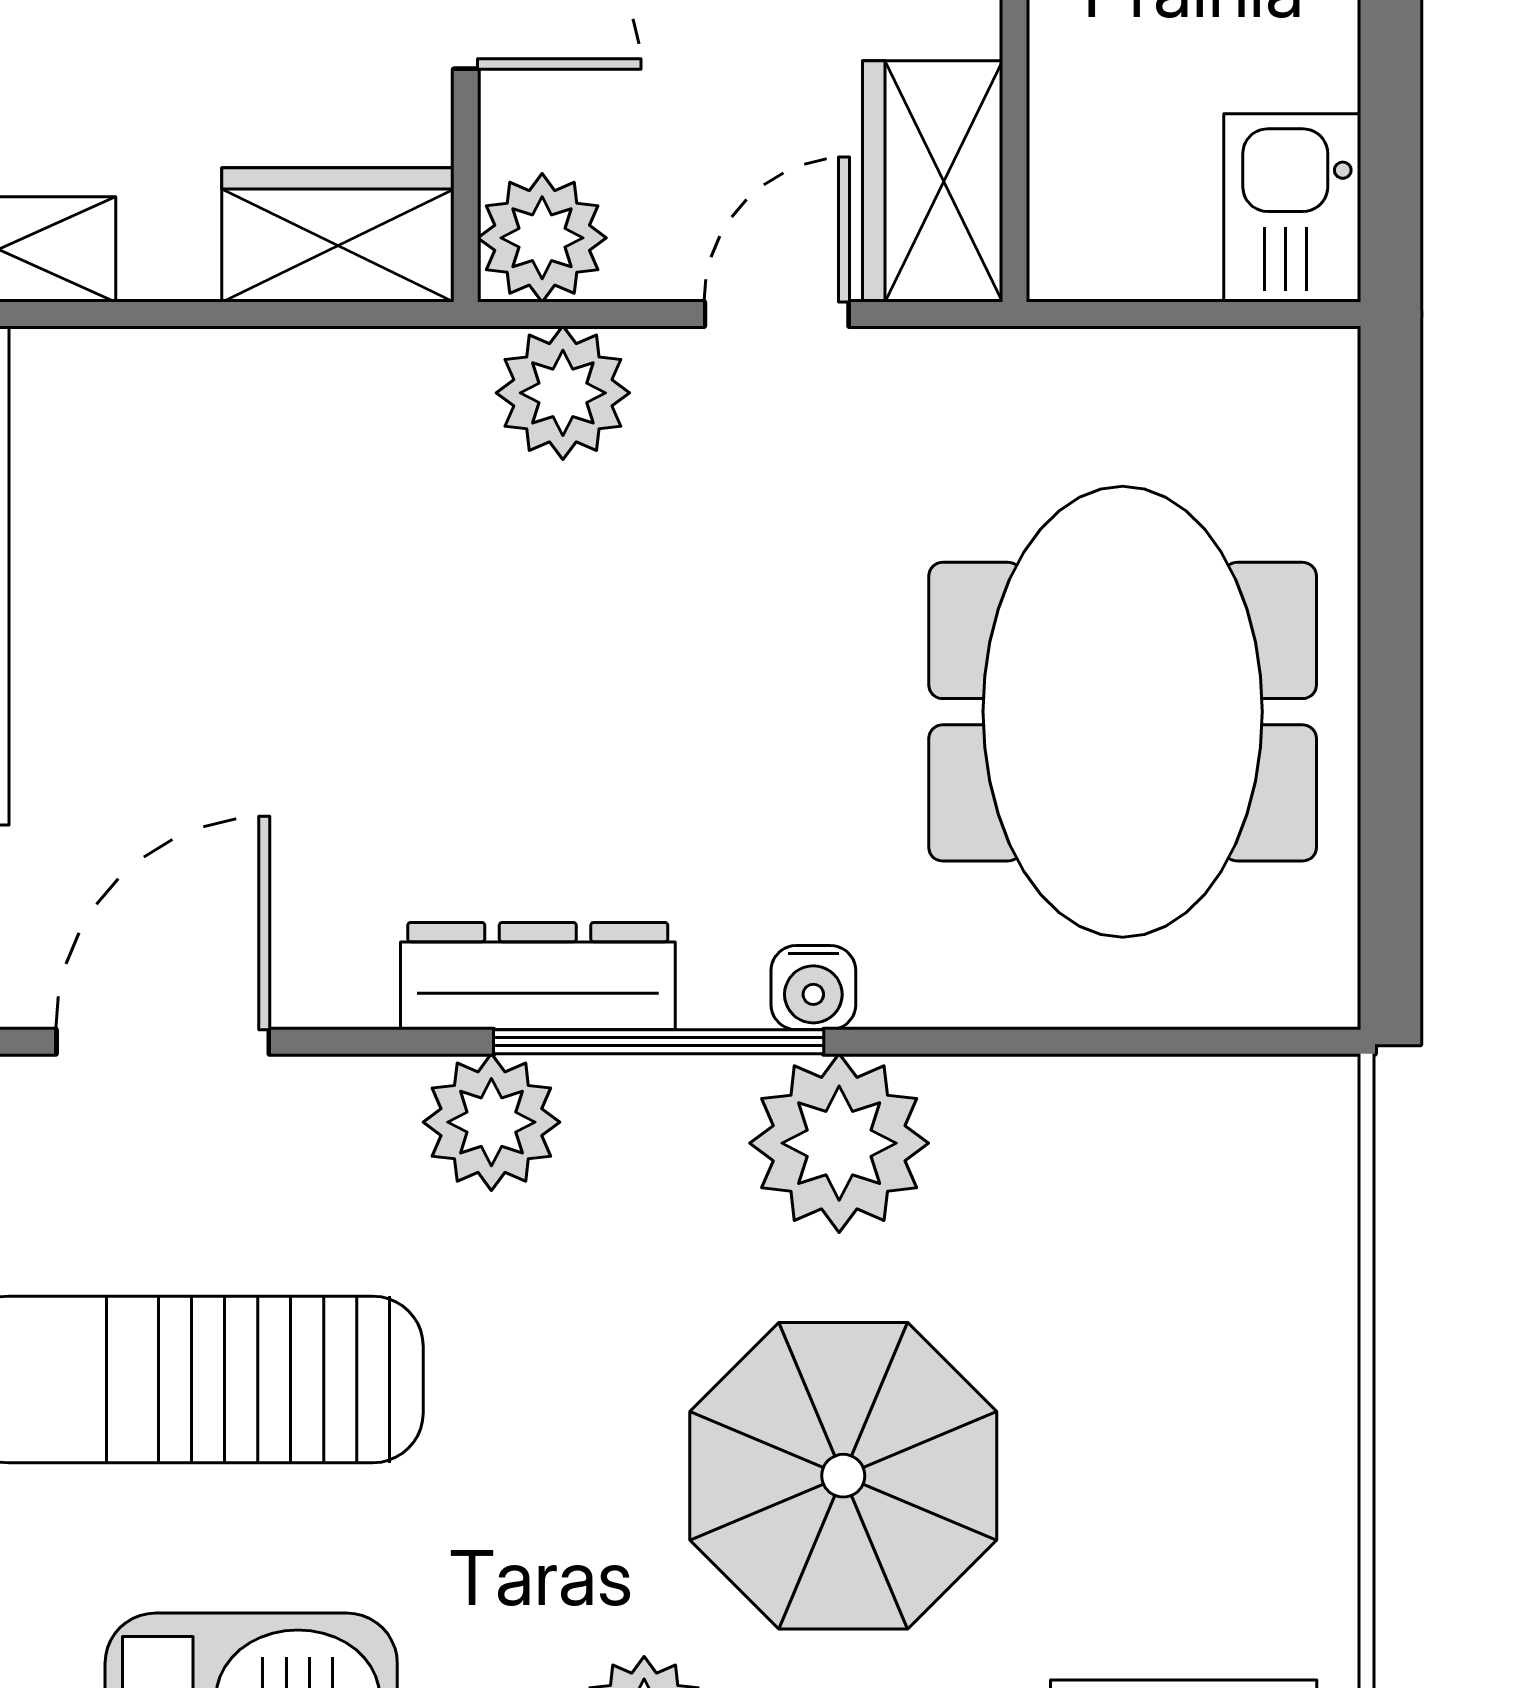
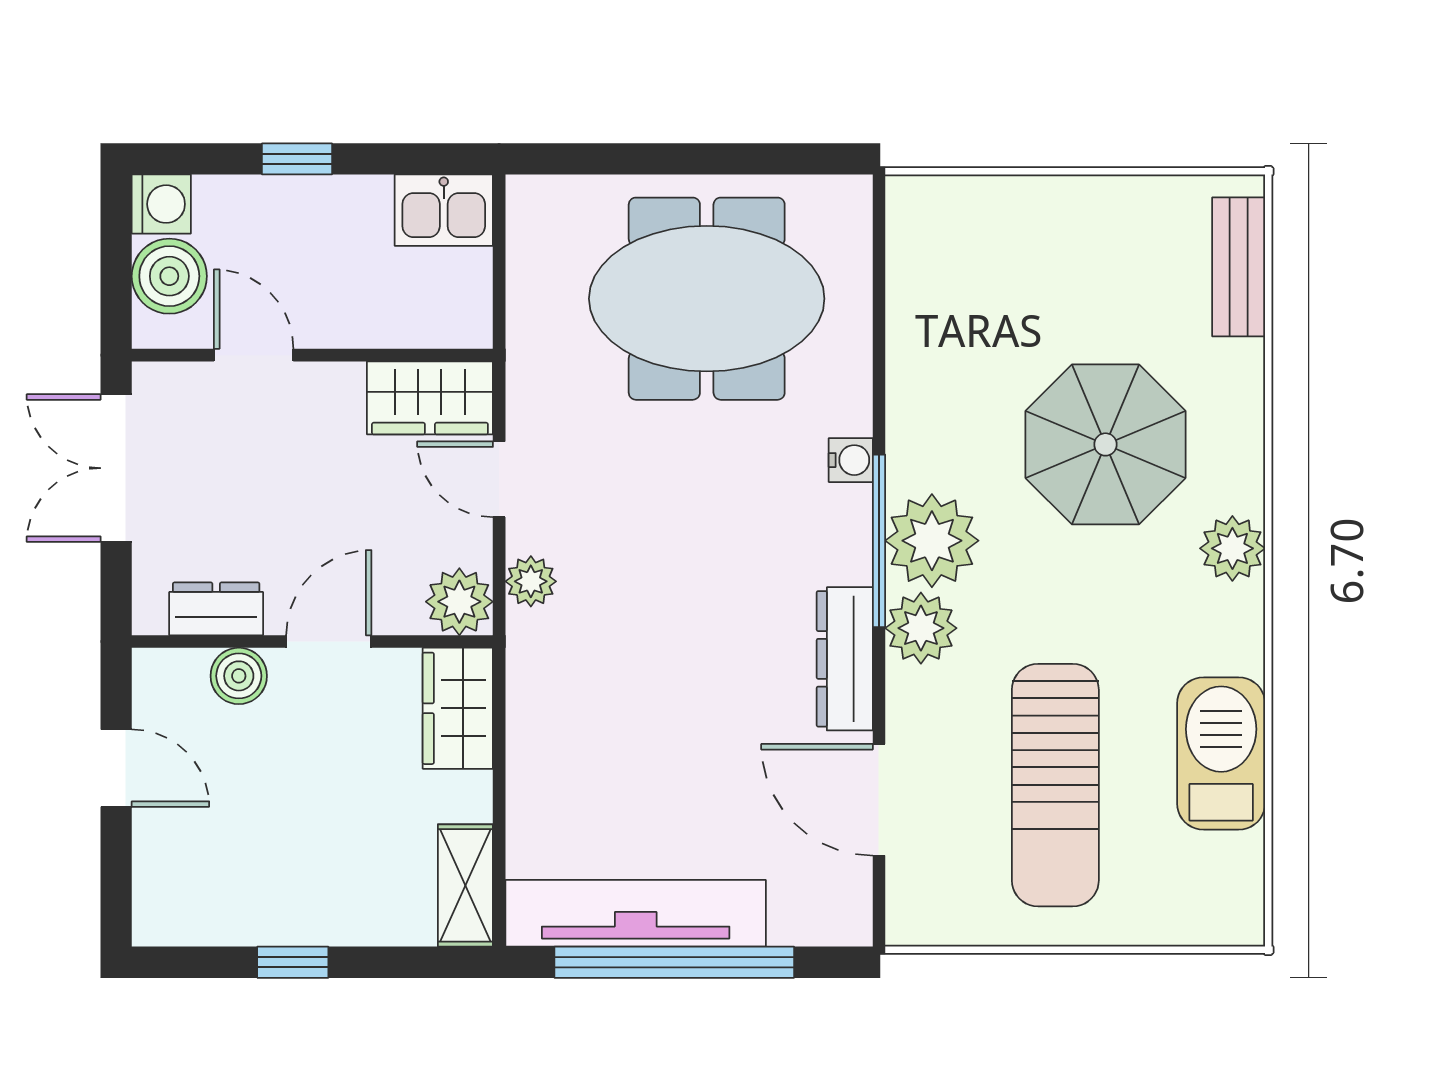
plant: (563, 393) -> (531, 581), width x0.73, depth x0.73
dresser: (538, 976) -> (845, 659), moved
plant: (839, 1143) -> (932, 541), moved

